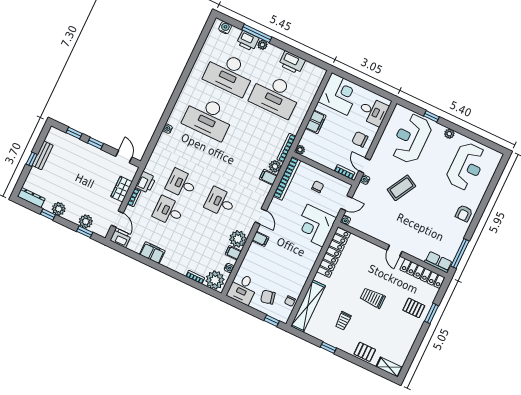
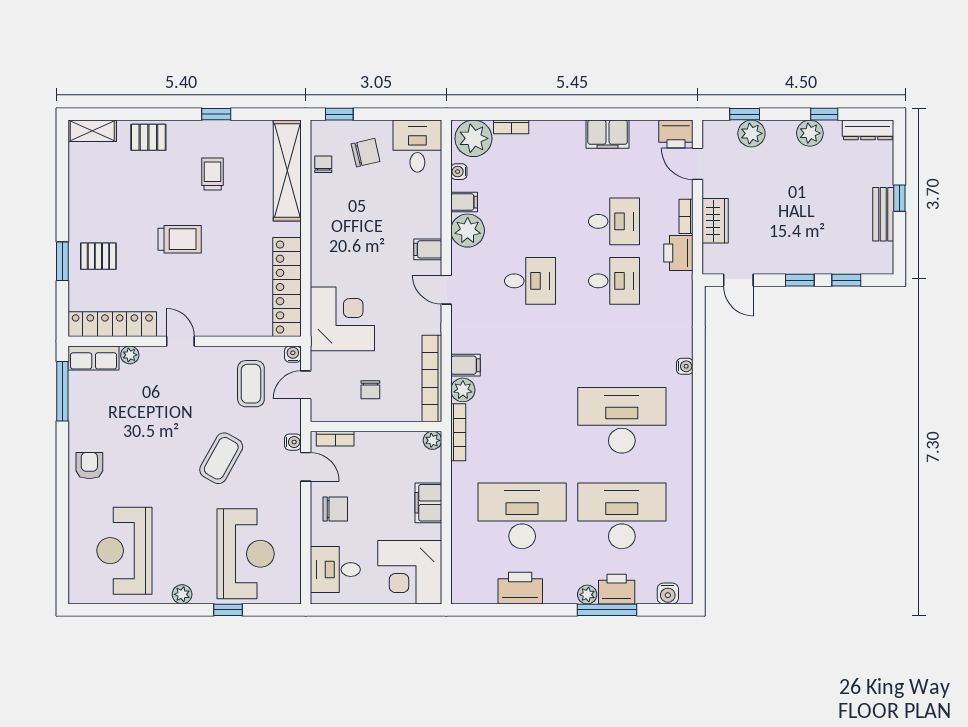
coffee table: (371, 216) -> (251, 384), added
plant: (421, 255) -> (130, 355), added

